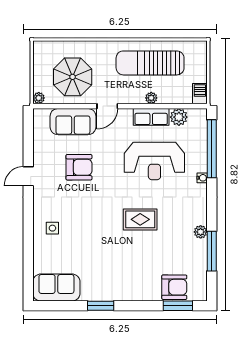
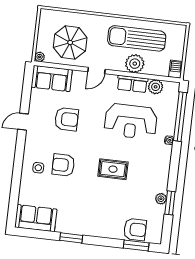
plant: (151, 98) -> (135, 64), width x1.87, depth x1.87
sofa: (73, 122) -> (52, 78), moved
armchair: (81, 221) -> (63, 165), added
plant: (201, 232) -> (161, 199), moved
window: (212, 251) -> (170, 203), width x0.69

